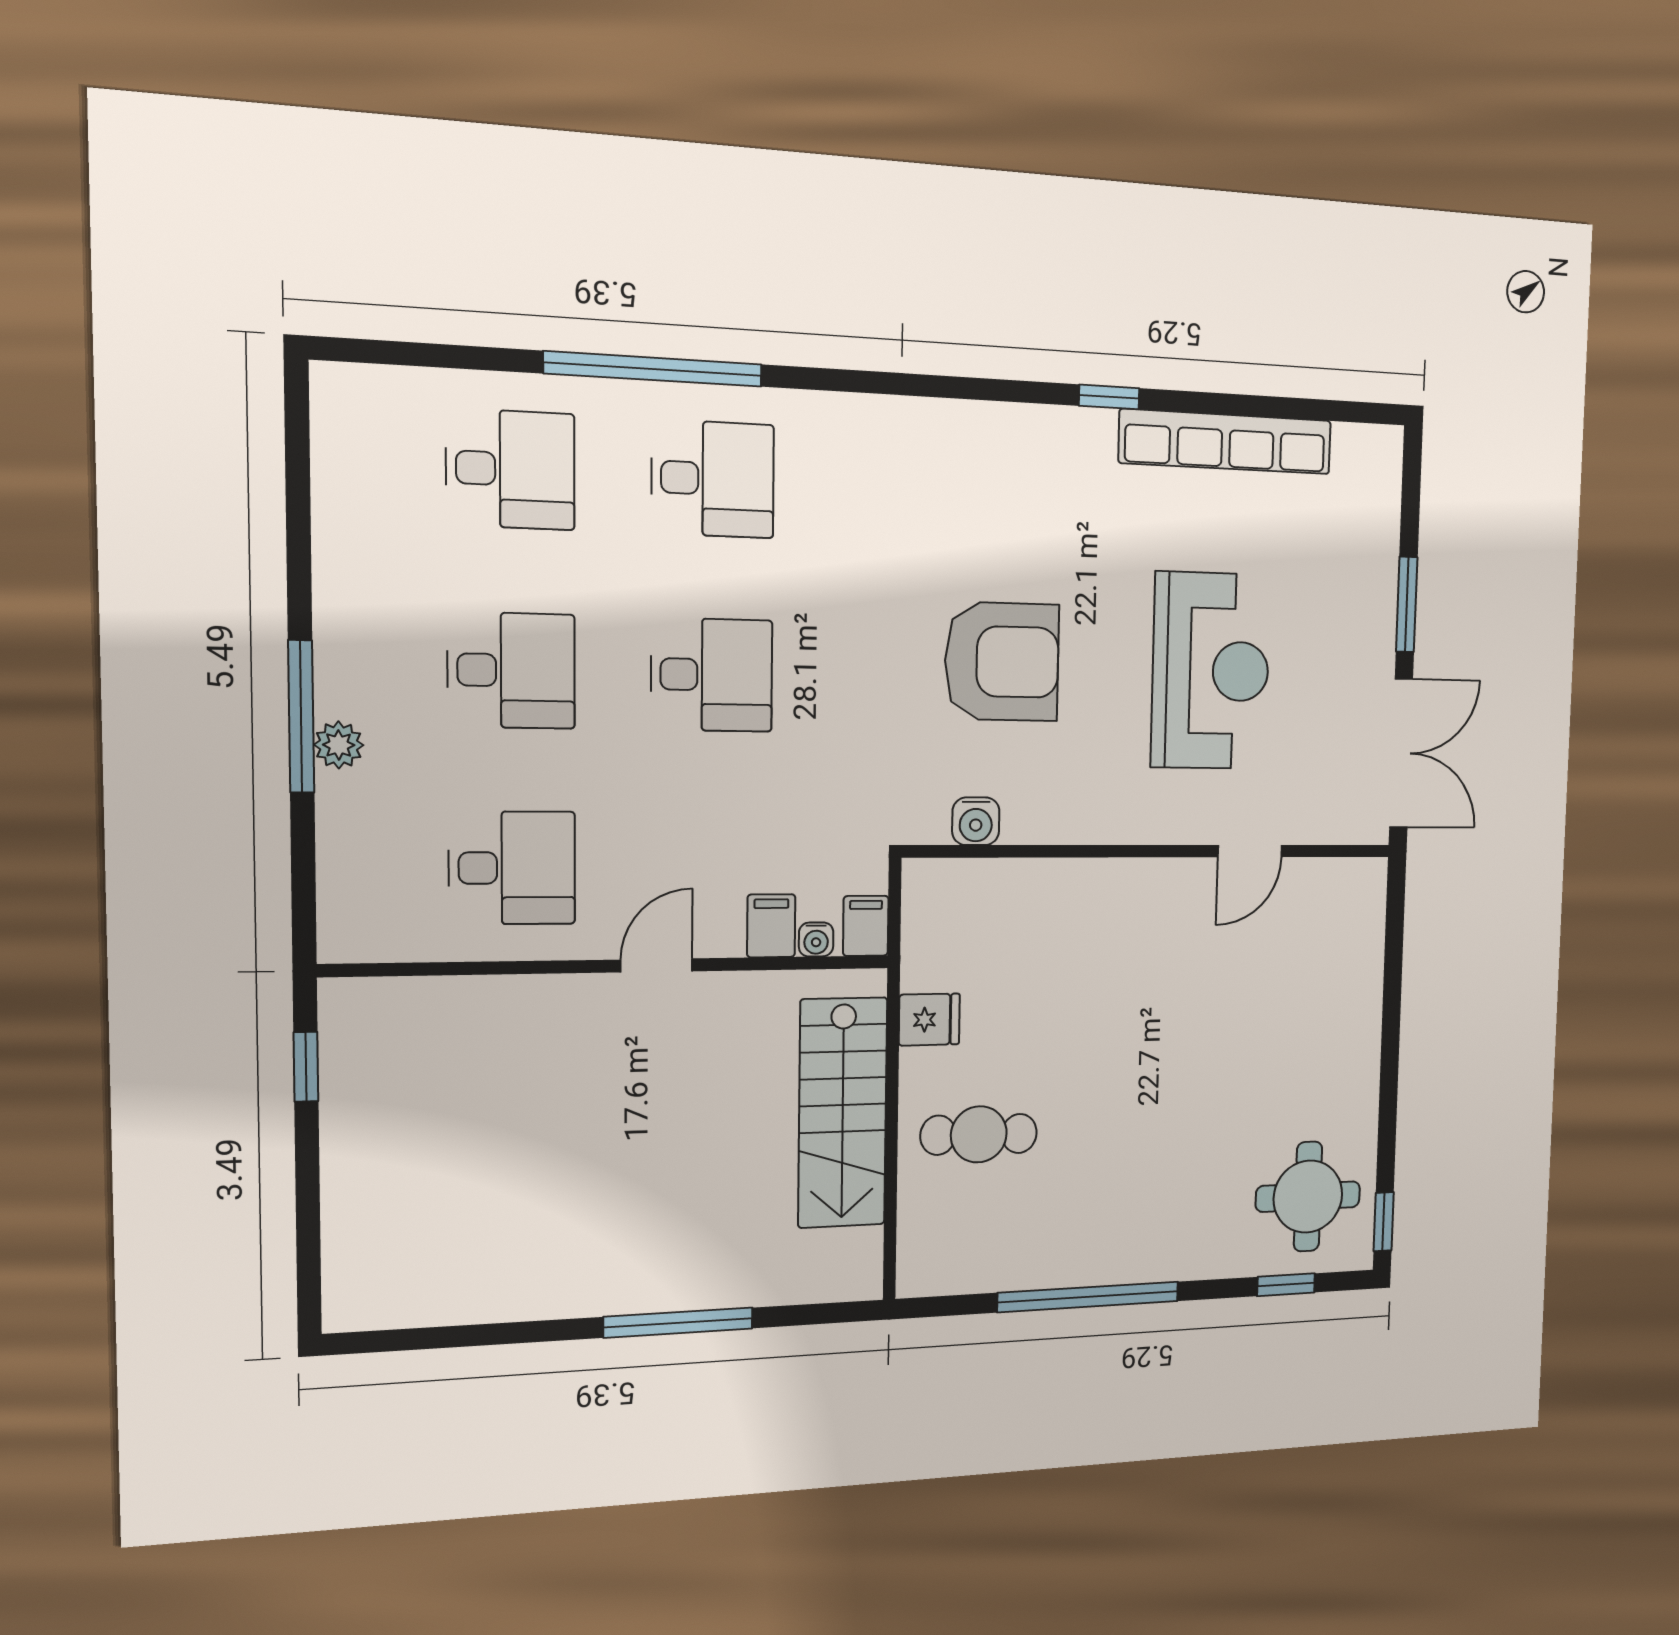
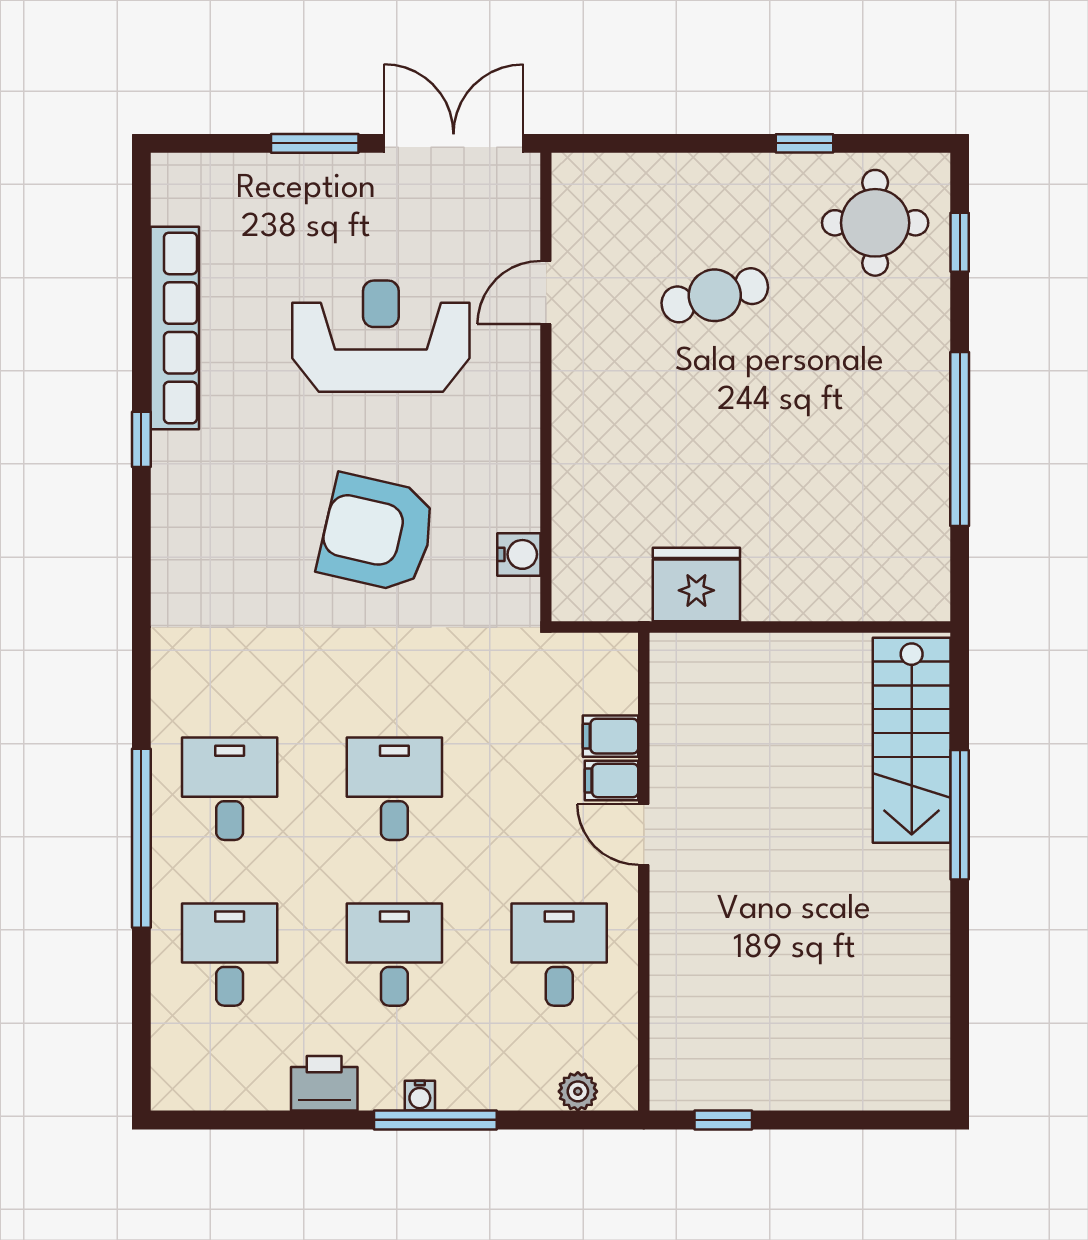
printer: (347, 580) -> (324, 1083), added
armchair: (1002, 662) -> (377, 533), turned -77
plant: (339, 745) -> (578, 1091), moved
door: (1250, 851) -> (546, 293), swing flipped
filing cabinet: (866, 926) -> (612, 780), moved
water cooler: (816, 939) -> (420, 1096), moved, turned 90
fridge: (929, 1020) -> (696, 585), width x1.88, depth x1.34
stairs: (843, 1113) -> (912, 740), moved, turned 90
cafe table: (979, 1134) -> (715, 295), moved, turned 75
window: (1384, 1222) -> (804, 143), moved

